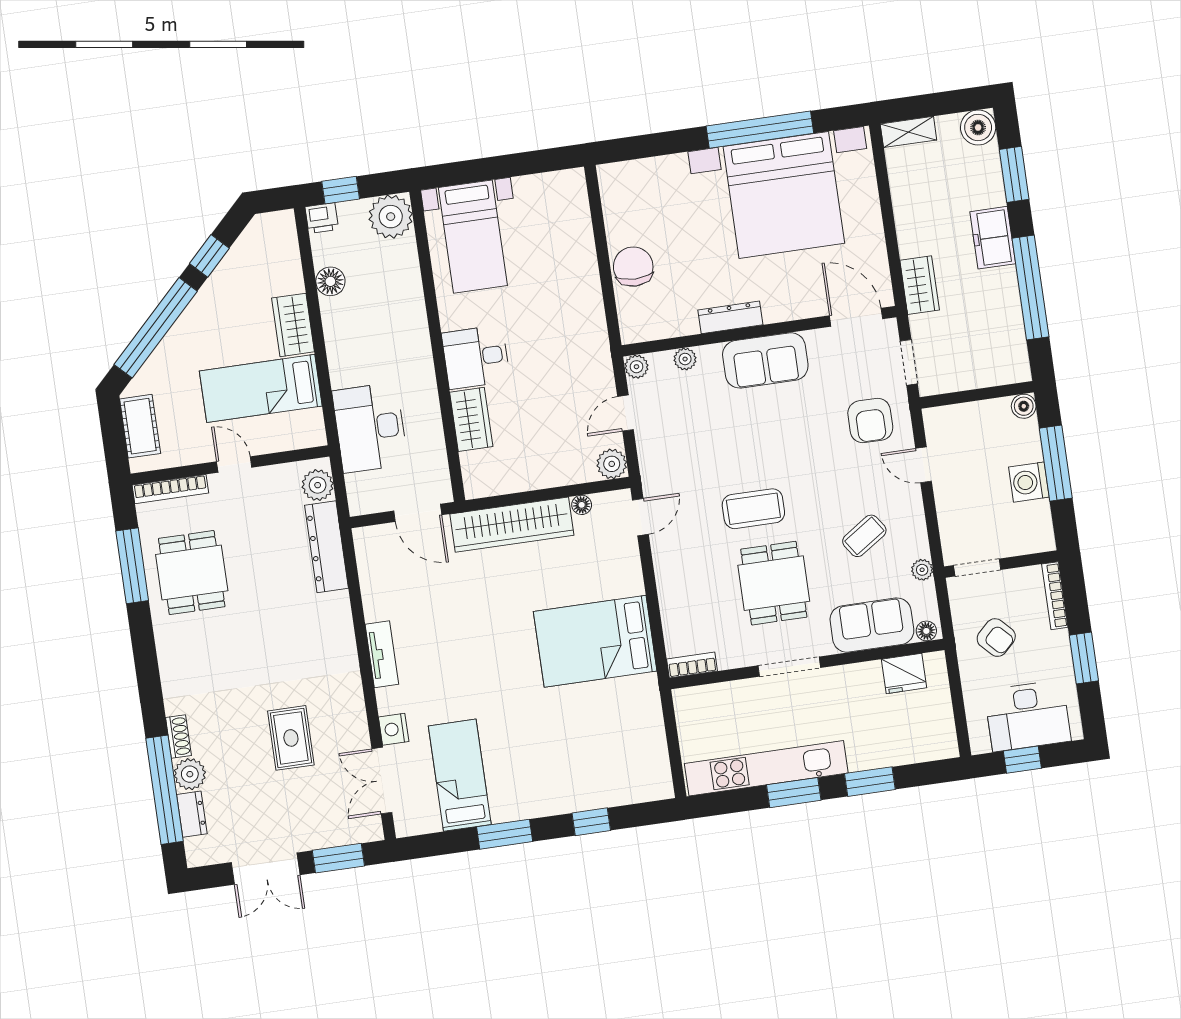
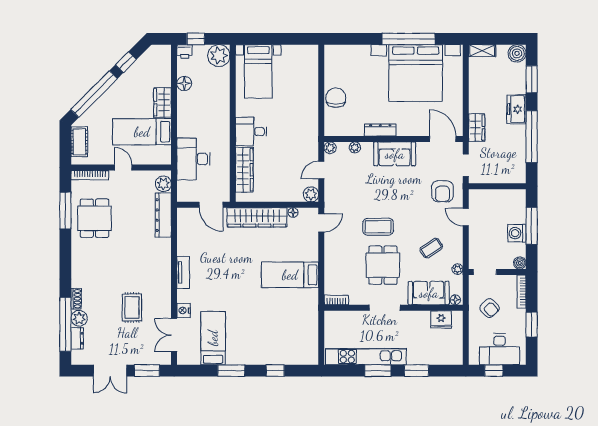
boiler: (1024, 406) -> (520, 263), moved
wardrobe: (471, 419) -> (244, 170), width x1.50
bed: (595, 641) -> (290, 275), width x0.67

